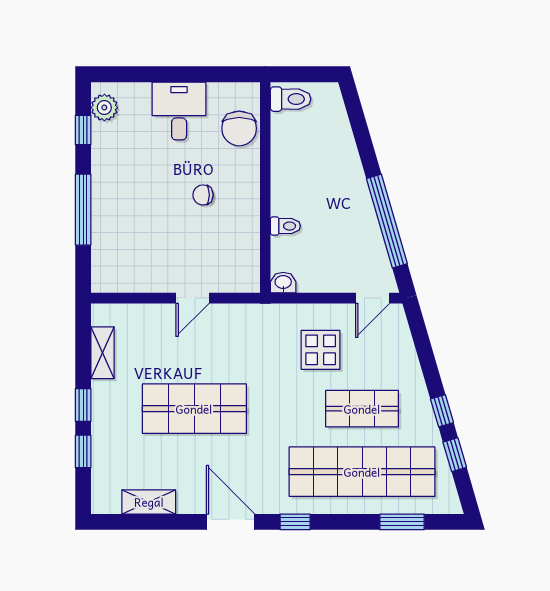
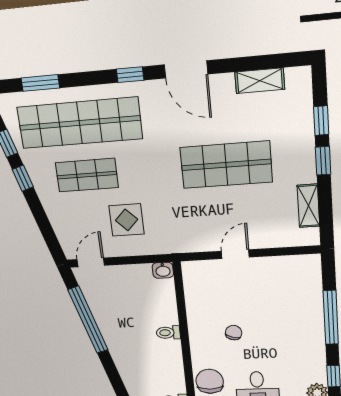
chair: (203, 195) -> (234, 333), turned -73
toilet: (285, 226) -> (168, 333), moved

